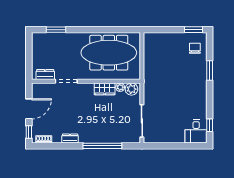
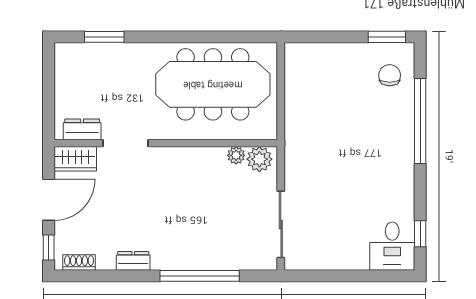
window: (210, 71) -> (420, 121), width x2.11
wardrobe: (105, 89) -> (75, 159), moved

